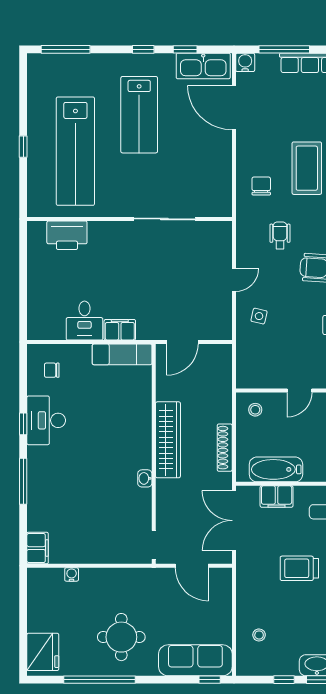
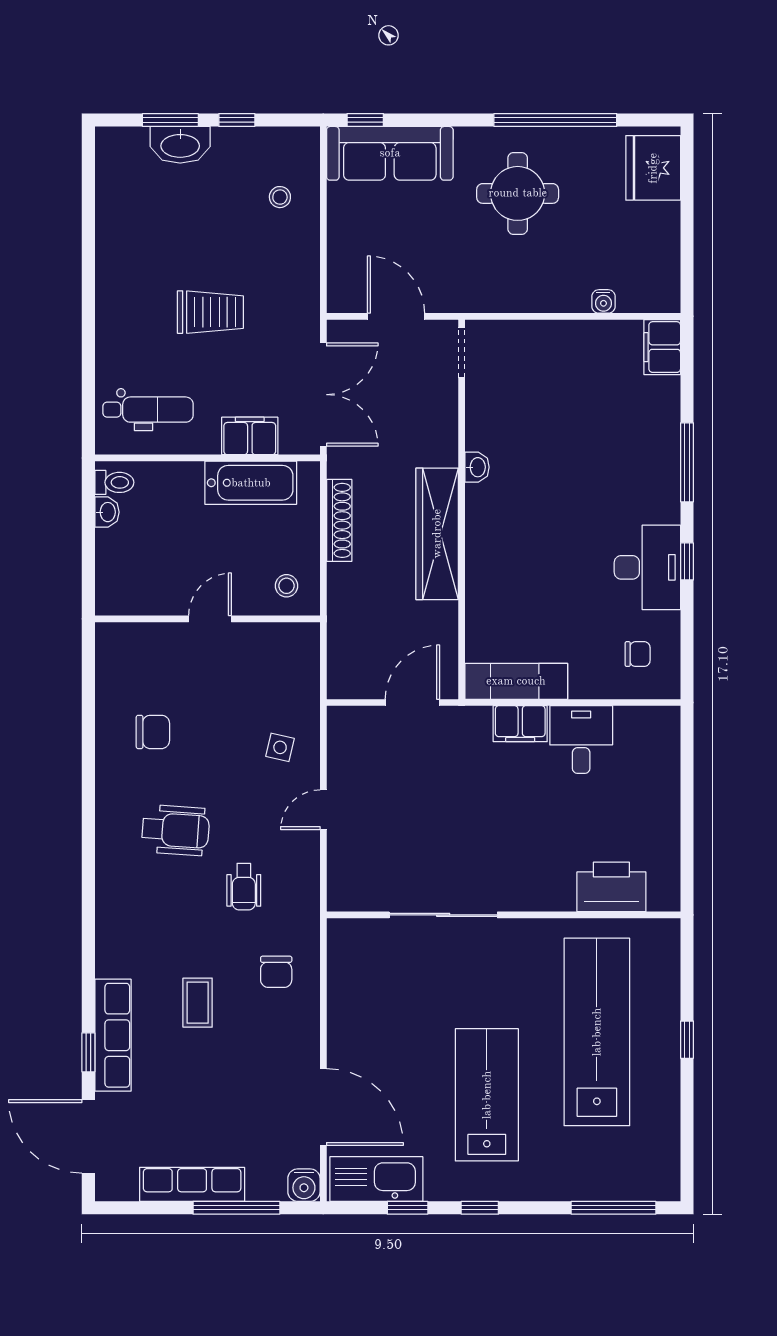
coffee table: (307, 168) -> (198, 1003), width x0.54, depth x0.58

